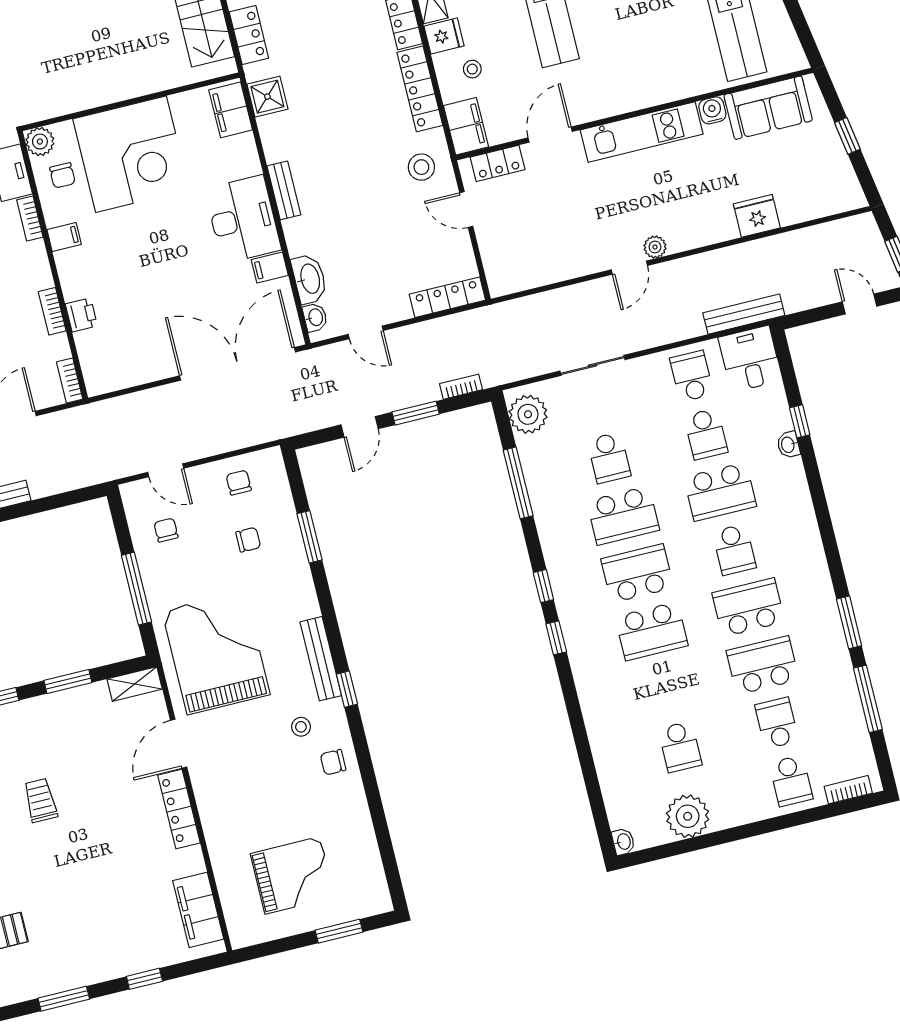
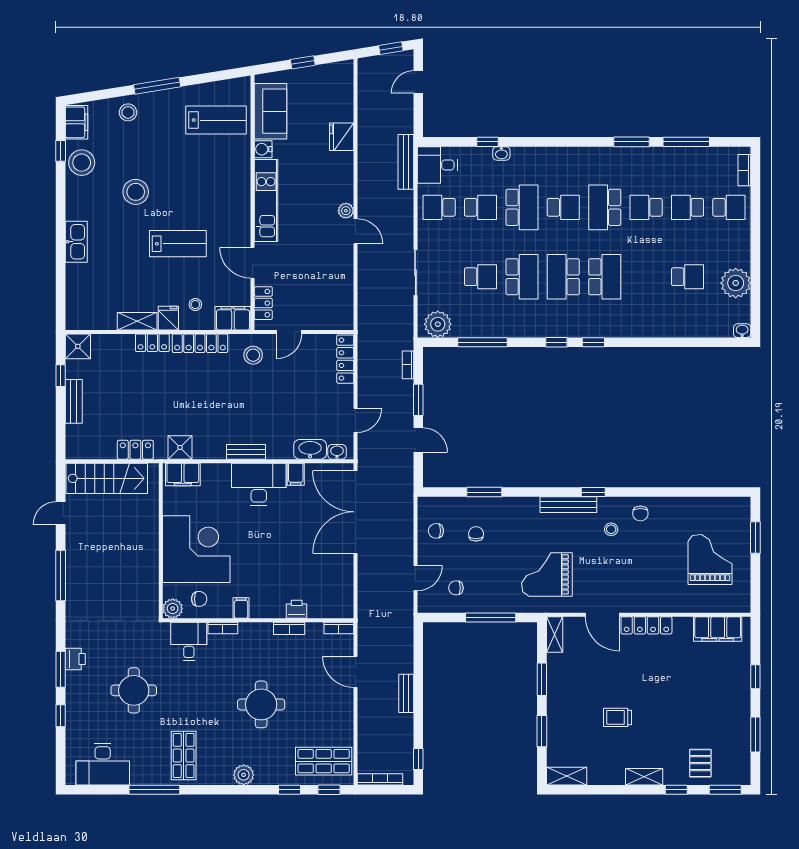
grand piano: (216, 653) -> (547, 574), width x0.73, depth x0.68
school desk: (763, 665) -> (646, 207), width x0.54

